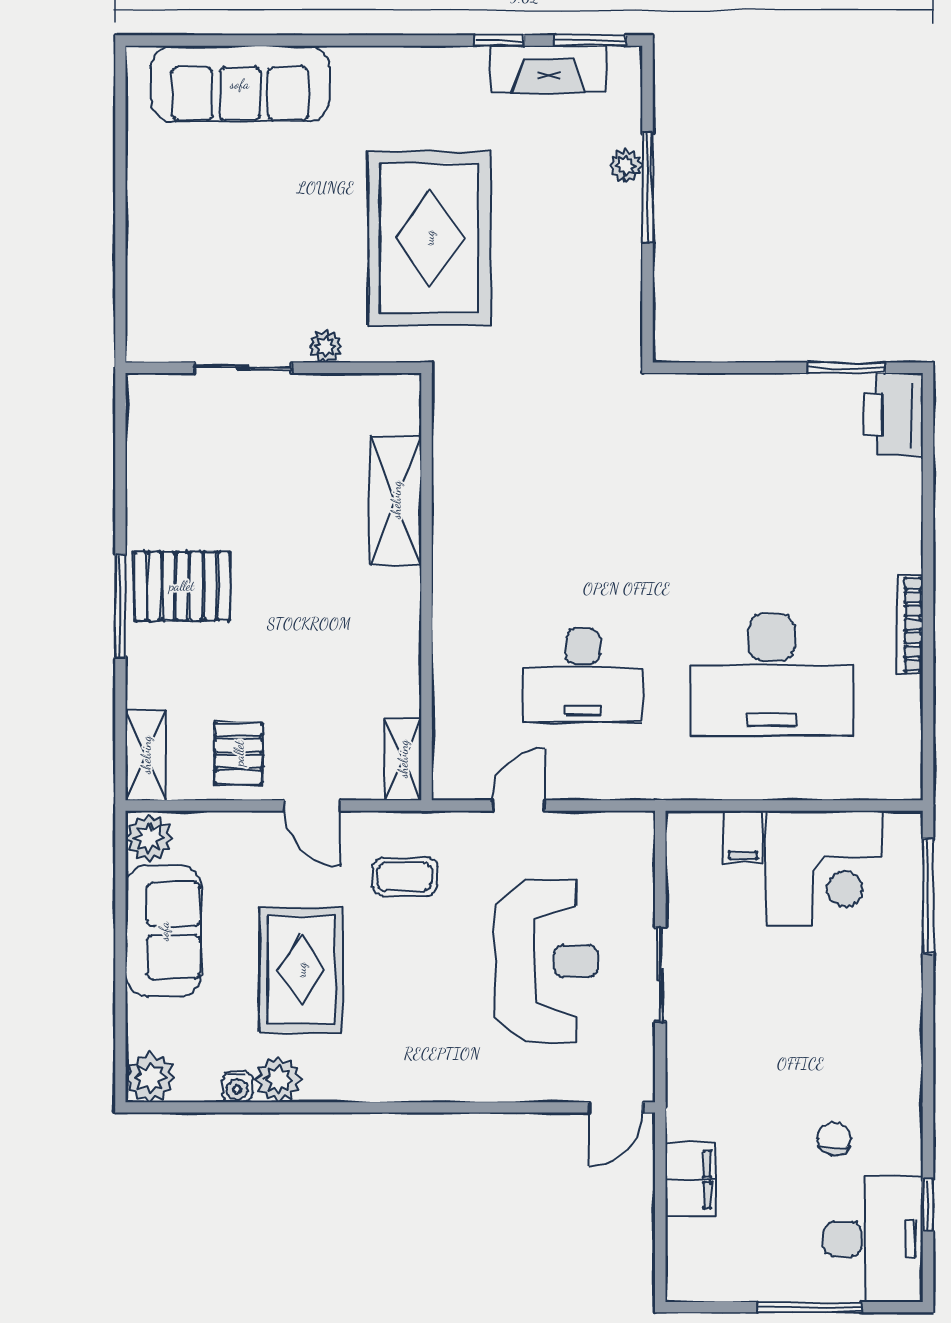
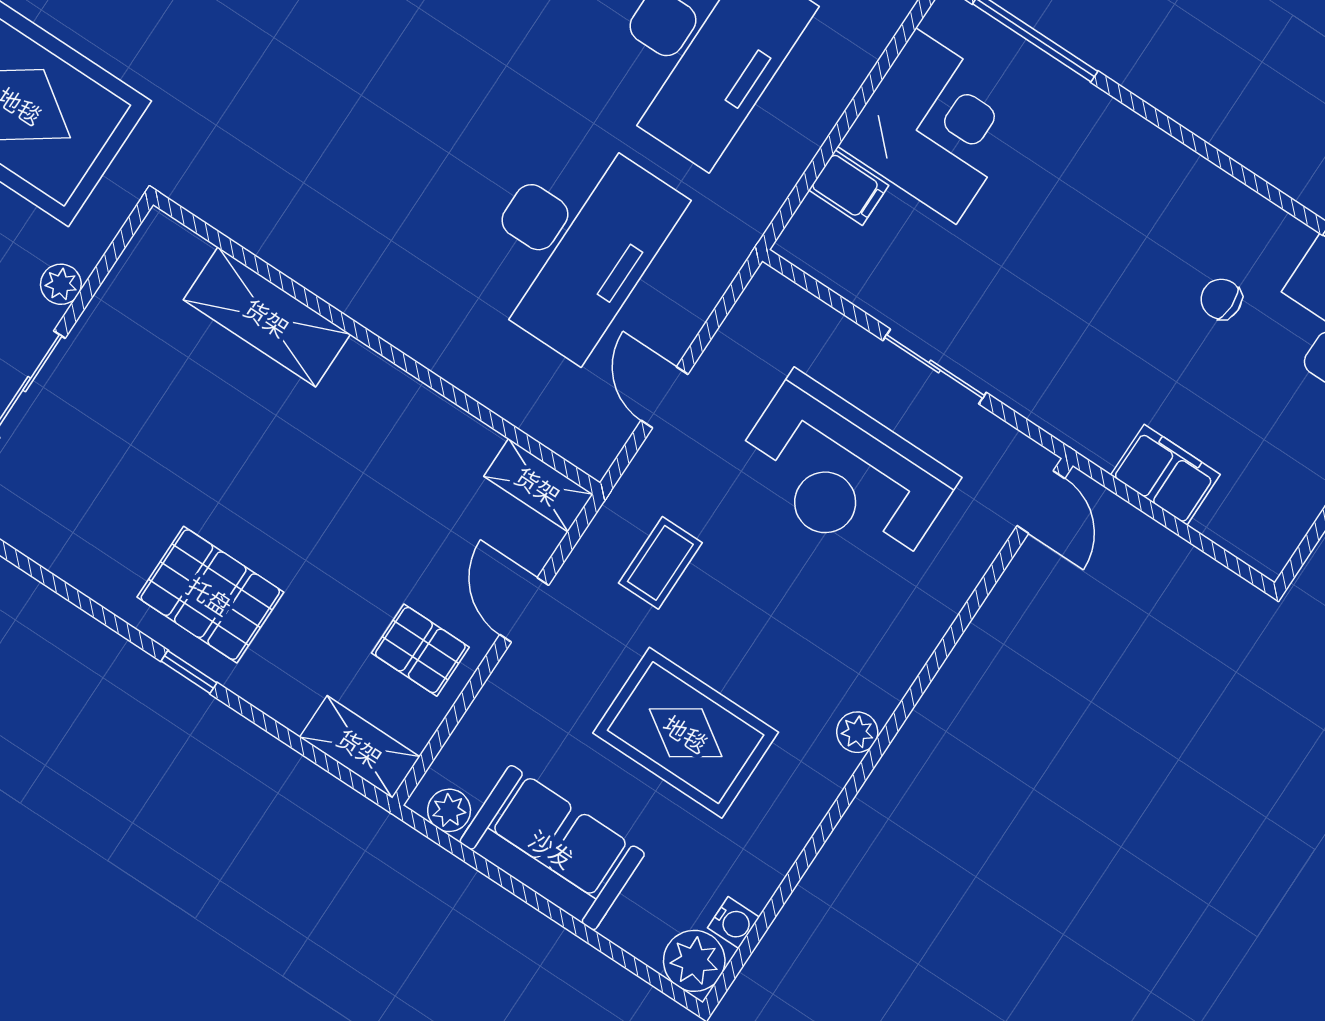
pallet: (182, 586) -> (210, 595), turned 90
window: (120, 606) -> (189, 672), width x0.46
desk: (583, 675) -> (574, 243), width x1.36, depth x1.30
door: (312, 806) -> (524, 610), swing flipped
plant: (149, 838) -> (449, 810), width x0.73, depth x0.73
reception desk: (546, 961) -> (843, 475), turned 180
plant: (279, 1080) -> (857, 732), moved, width x0.73, depth x0.73
water cooler: (237, 1087) -> (734, 923), moved

